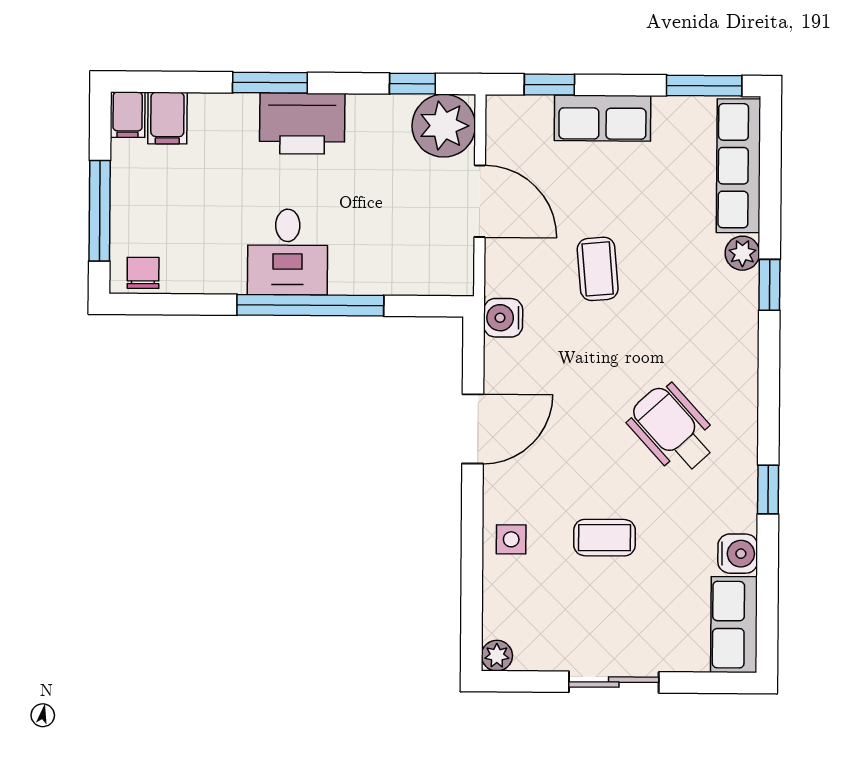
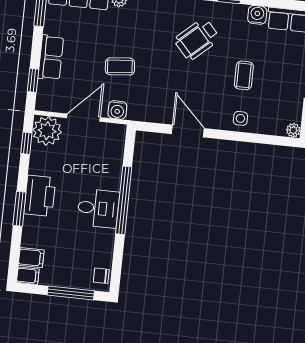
water cooler: (503, 318) -> (117, 110), moved

